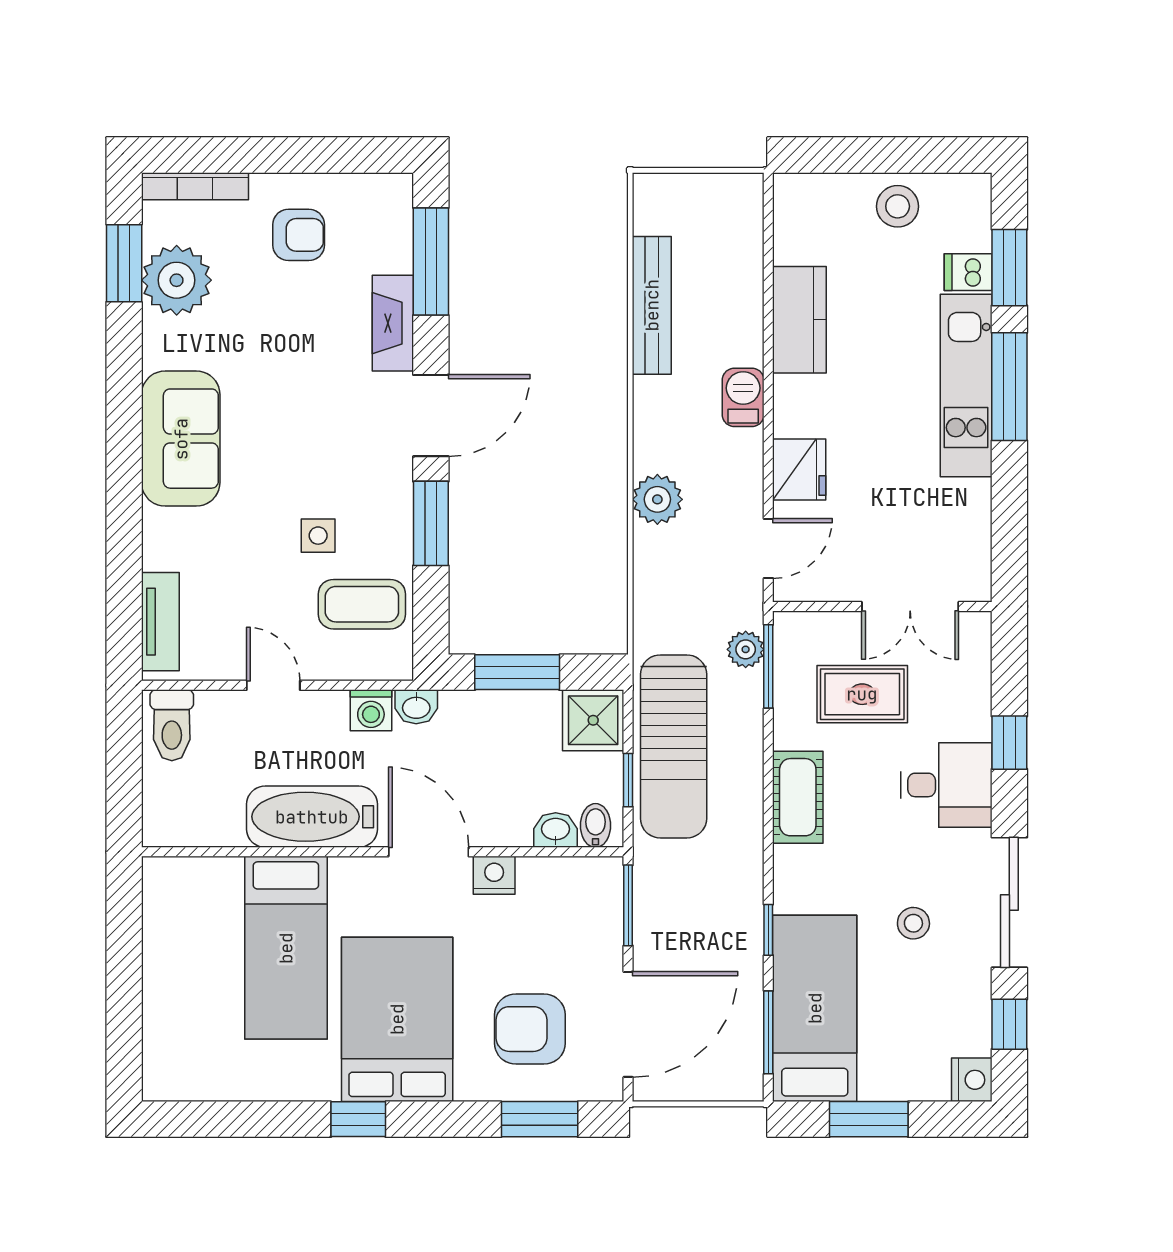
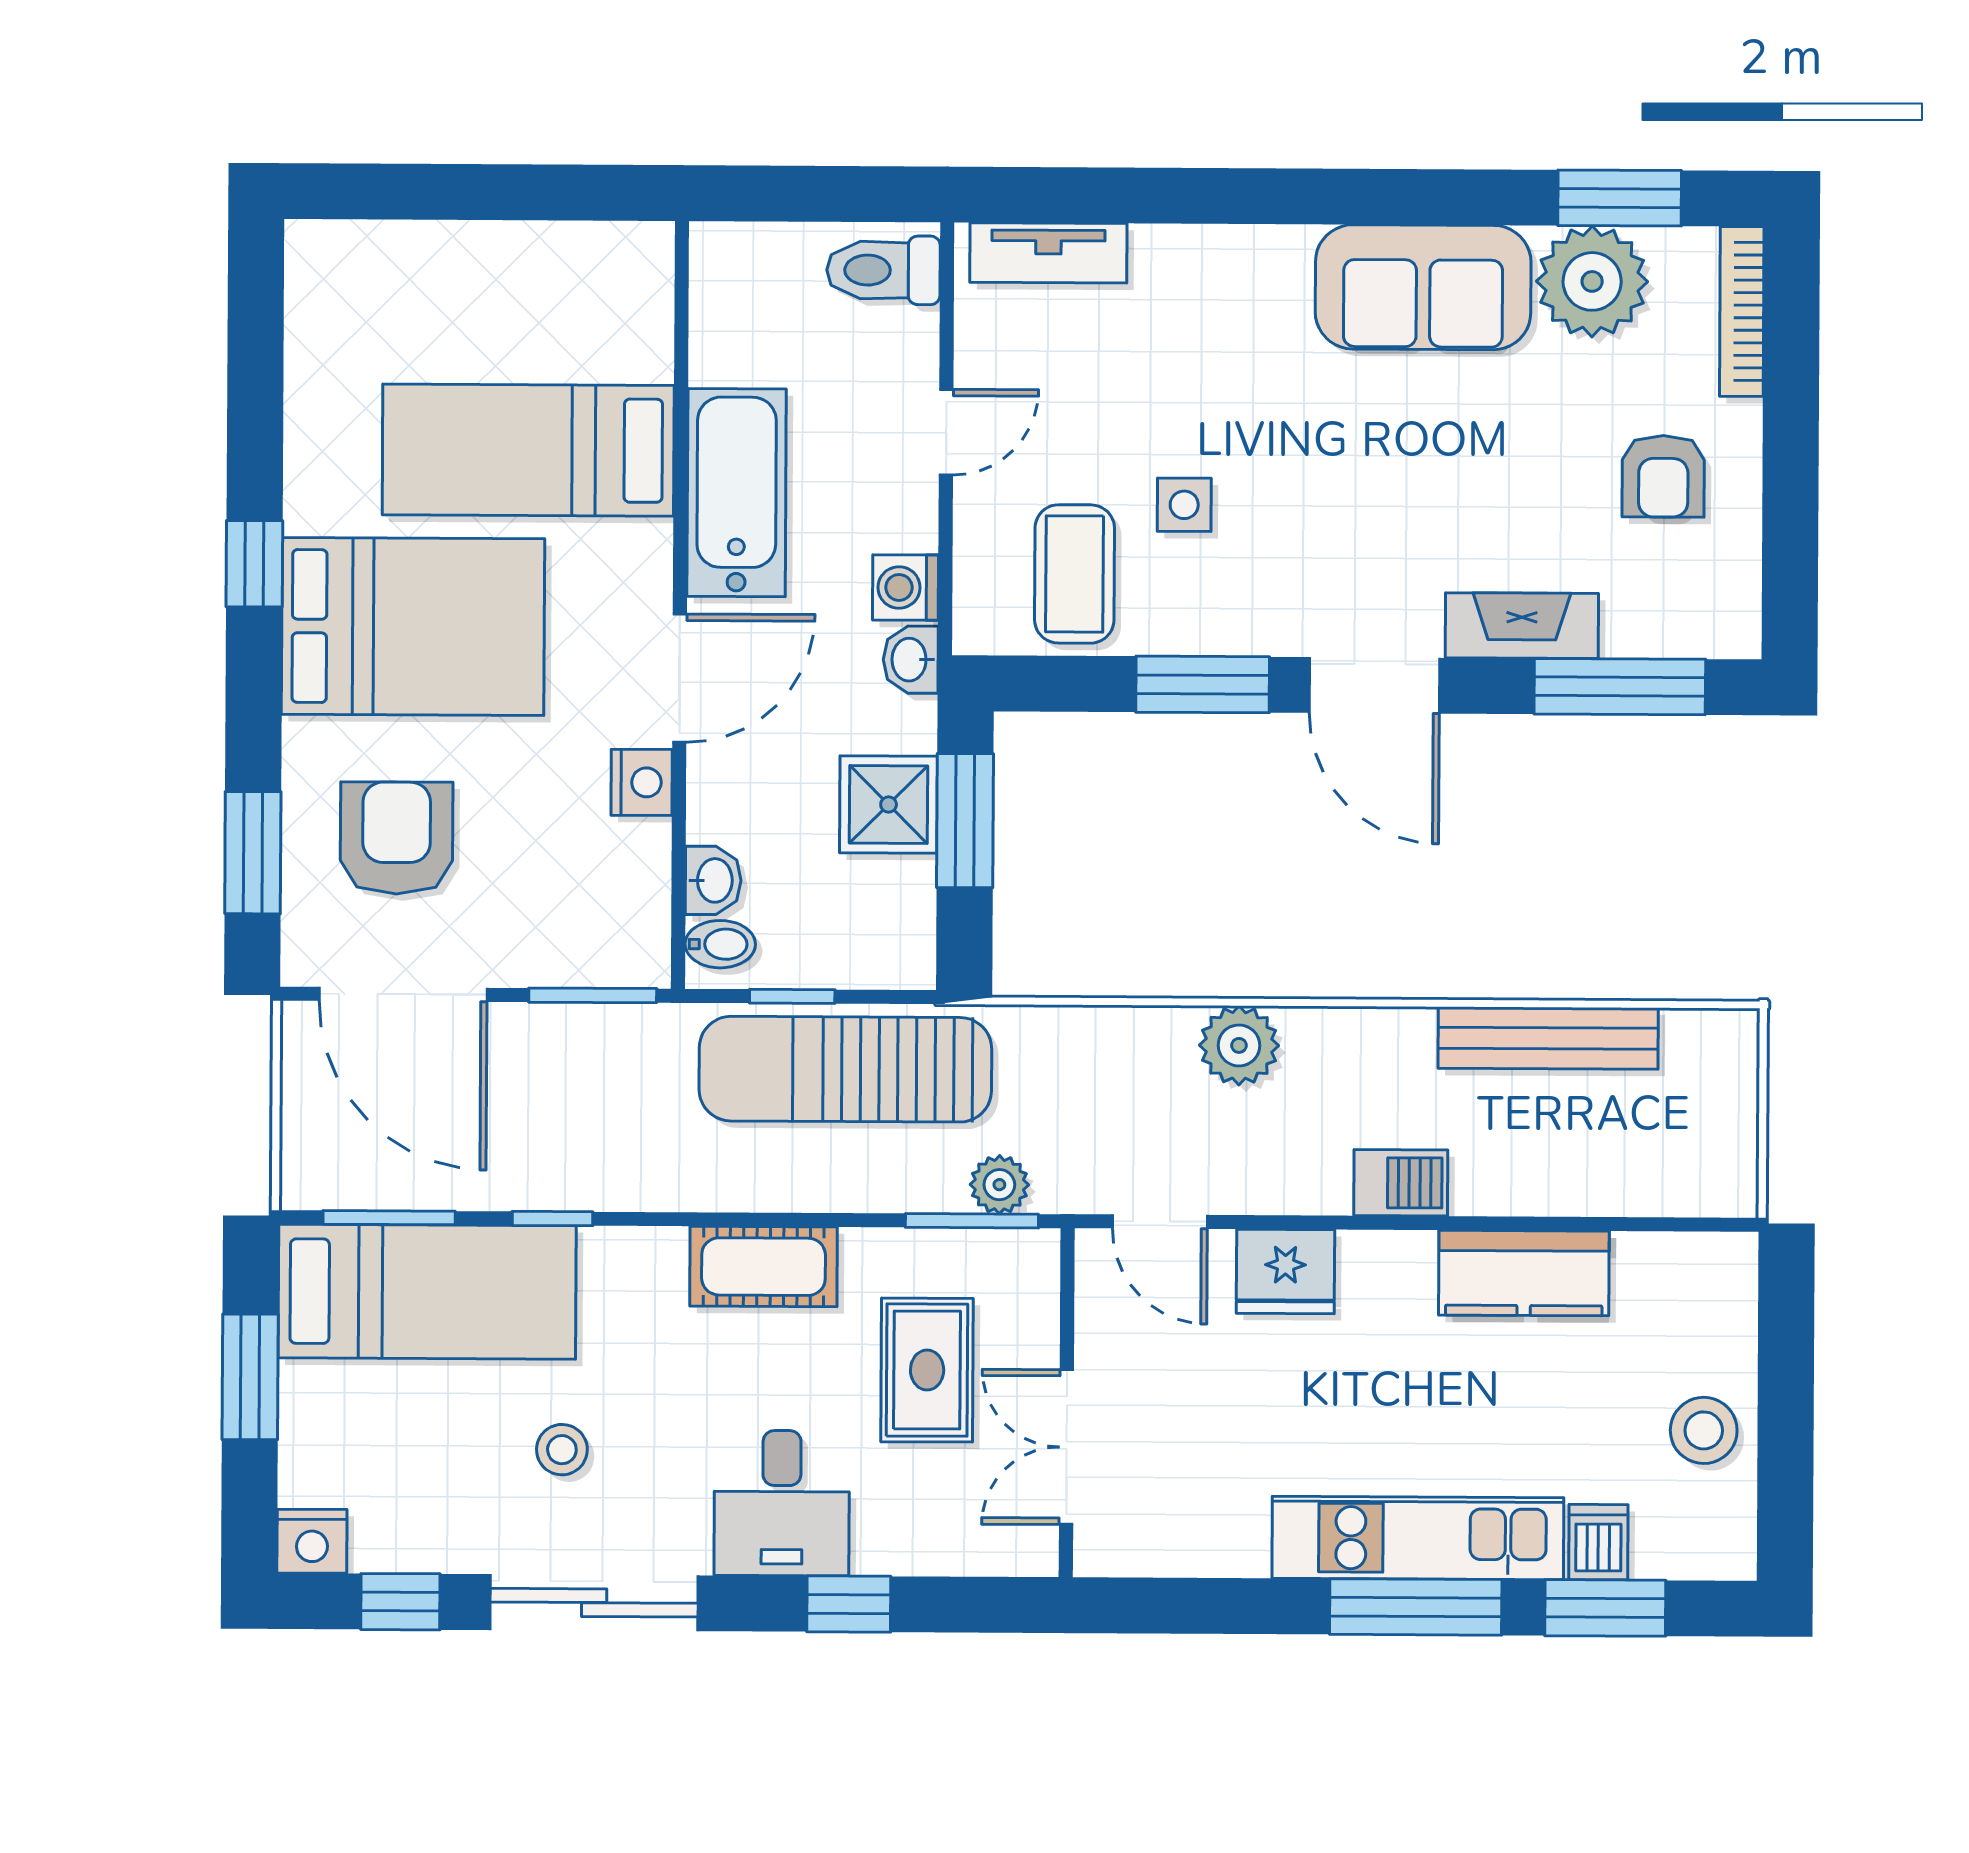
sofa: (181, 439) -> (1423, 287), moved
shower: (593, 720) -> (889, 805), moved

